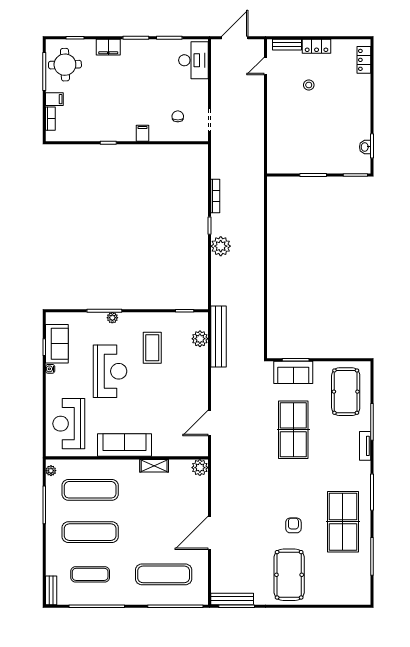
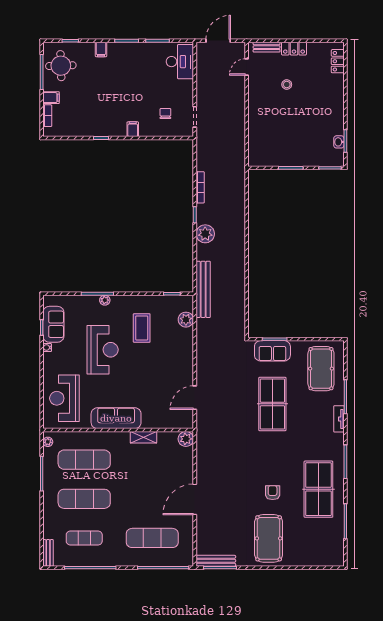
filing cabinet: (108, 47) -> (101, 49), width x0.50
bench: (218, 336) -> (203, 289), moved

